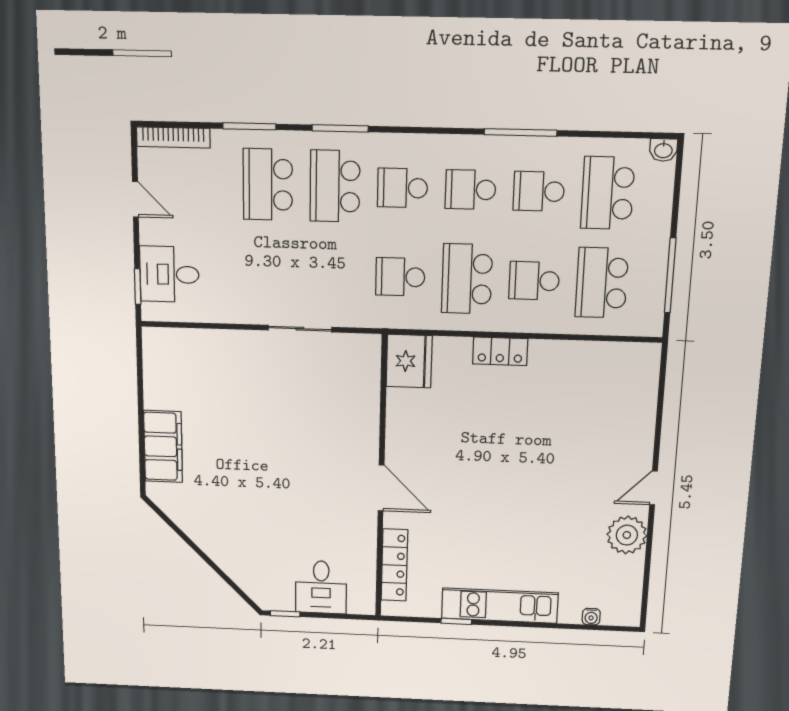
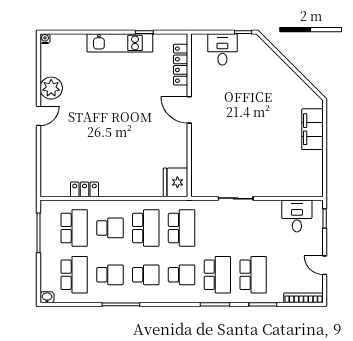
desk: (169, 274) -> (297, 216), moved, turned -90
school desk: (400, 277) -> (182, 228), width x1.85
locker: (500, 351) -> (84, 189), moved
water cooler: (591, 617) -> (45, 39), moved

